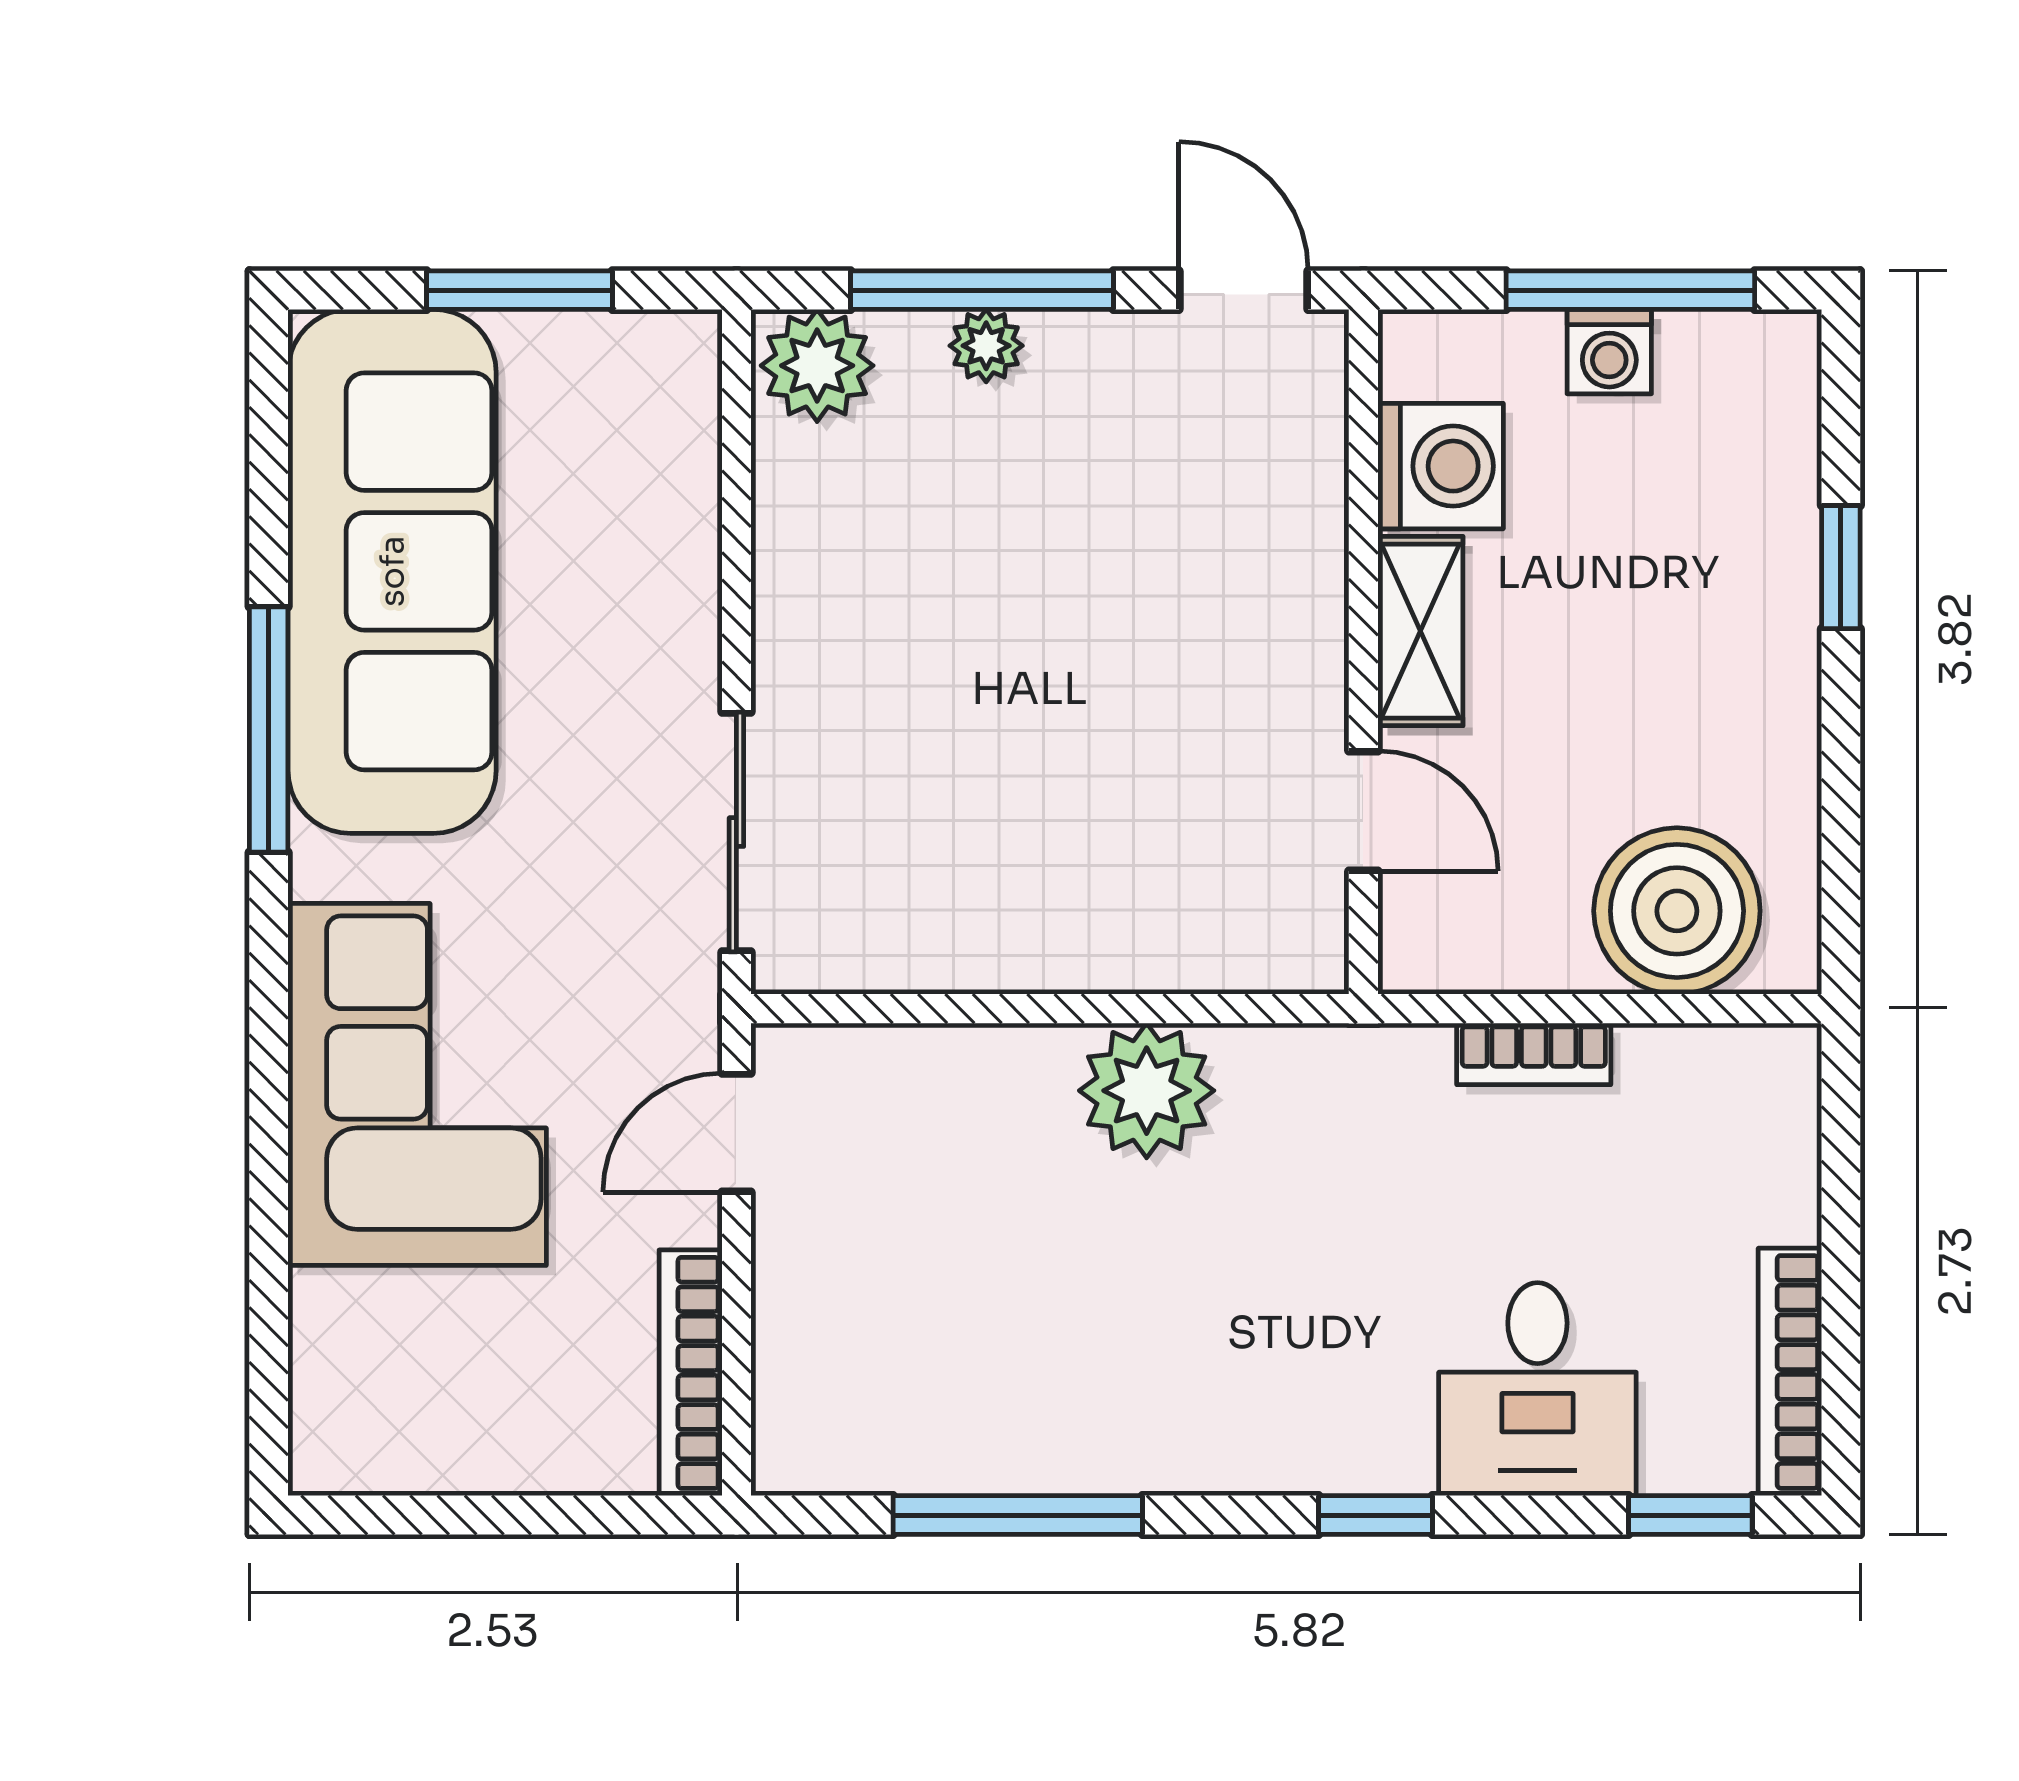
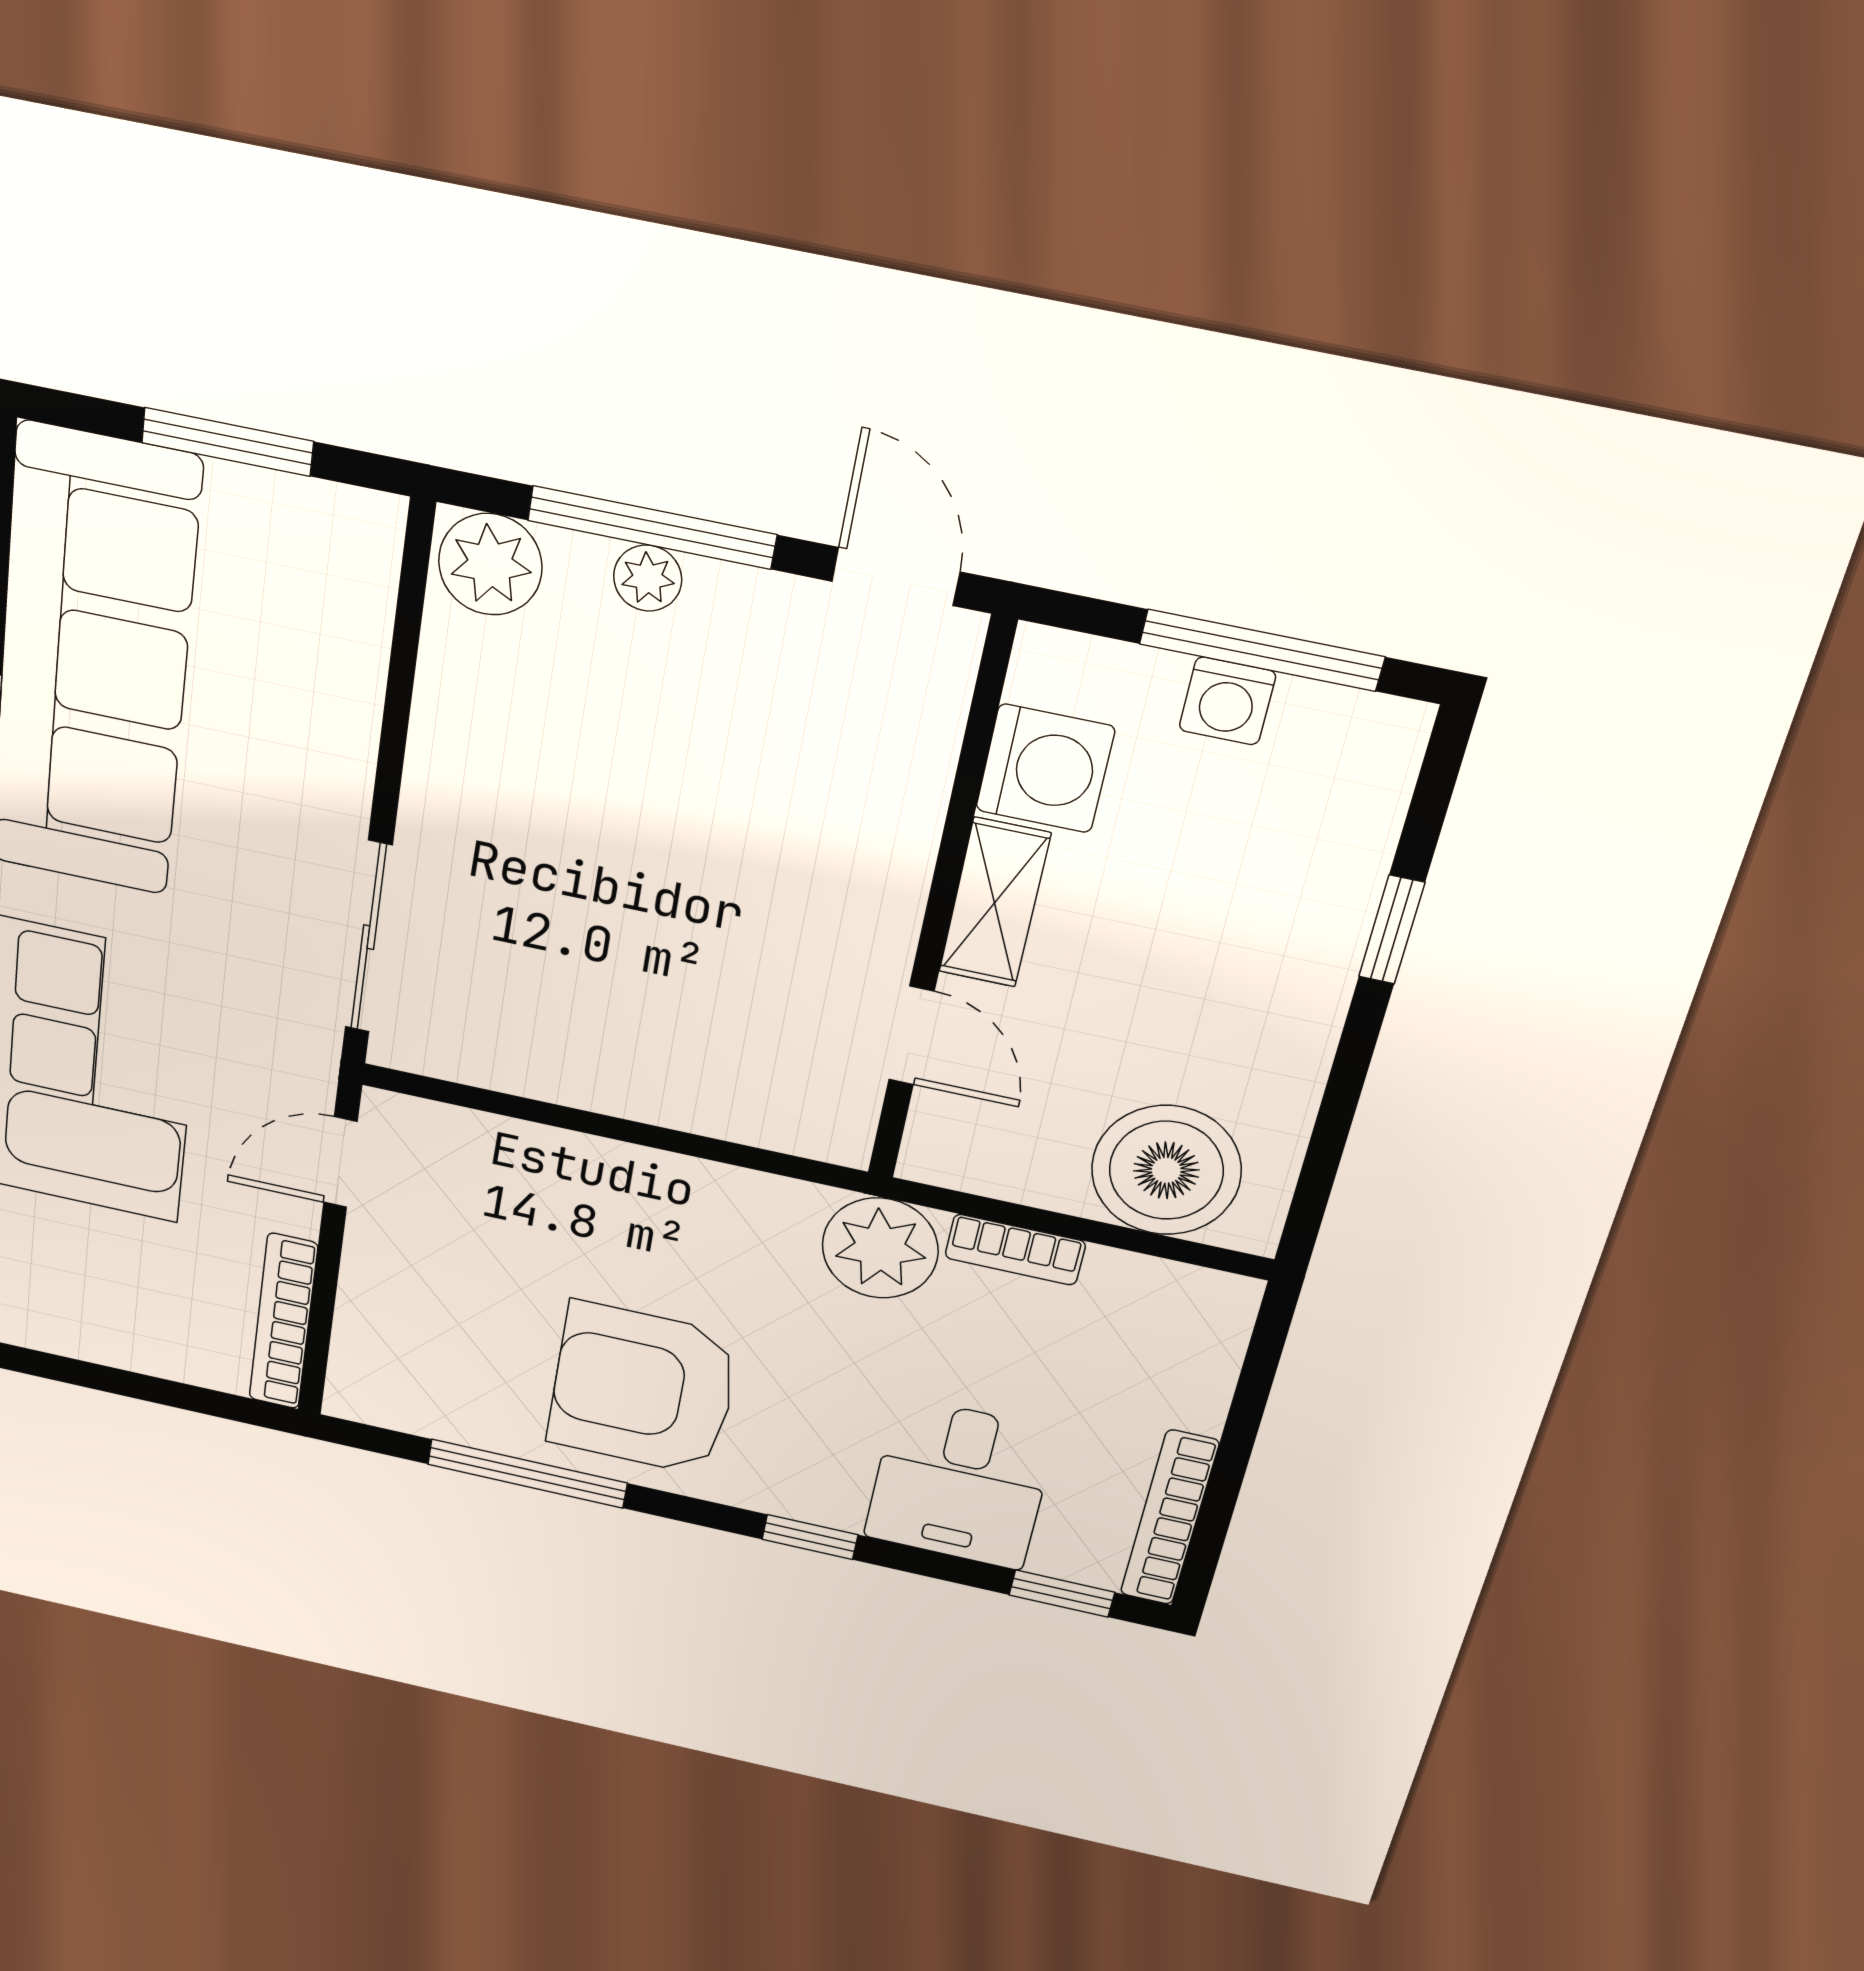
plant: (1147, 1091) -> (880, 1248), moved
armchair: (1139, 1355) -> (643, 1389), added

